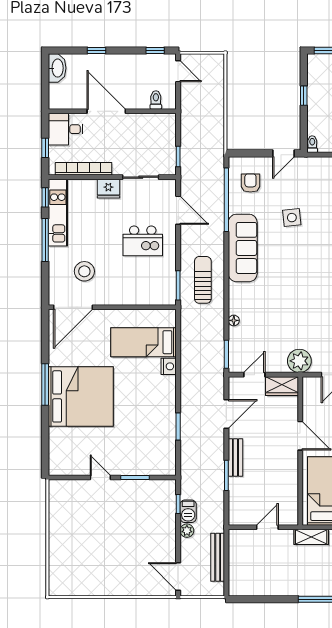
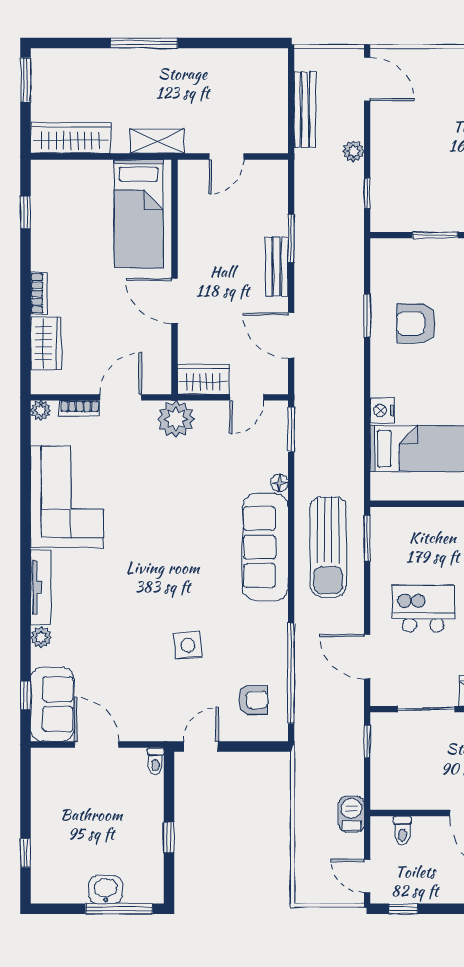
armchair: (250, 183) -> (253, 700), turned -90
sofa: (243, 248) -> (265, 547), moved
sun lounger: (203, 280) -> (328, 547), width x1.36, depth x1.34
door: (226, 414) -> (291, 335), hinge flipped
armchair: (147, 421) -> (416, 324), added
barbecue: (188, 511) -> (351, 814), moved

